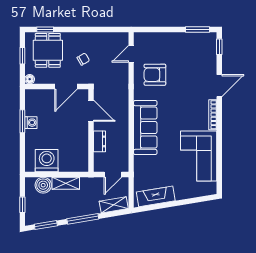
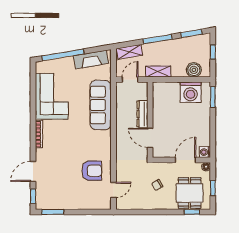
door: (219, 86) -> (33, 171), moved
door: (66, 87) -> (186, 160), moved
window: (22, 121) -> (213, 97), moved
washing machine: (31, 123) -> (205, 152), moved
sofa: (145, 128) -> (101, 105), moved
dresser: (99, 141) -> (142, 114), width x1.44
shelving: (66, 183) -> (158, 72), moved
window: (186, 202) -> (63, 55), added

